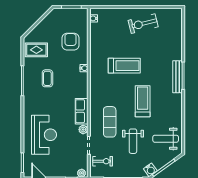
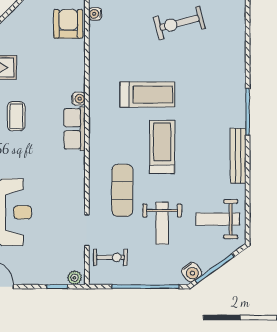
armchair: (71, 42) -> (68, 24), moved
bench: (178, 77) -> (238, 156), moved
treadmill: (143, 101) -> (162, 147), moved
row of seats: (82, 111) -> (75, 129), moved
plant: (83, 130) -> (77, 203), removed

